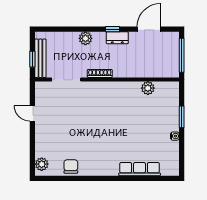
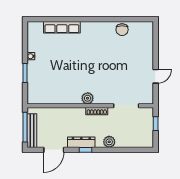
dresser: (117, 38) -> (81, 142), width x1.44
bench: (40, 58) -> (32, 131), moved
plant: (148, 88) -> (88, 98), moved
door: (32, 113) -> (156, 76), hinge flipped
plant: (42, 164) -> (148, 32), removed

